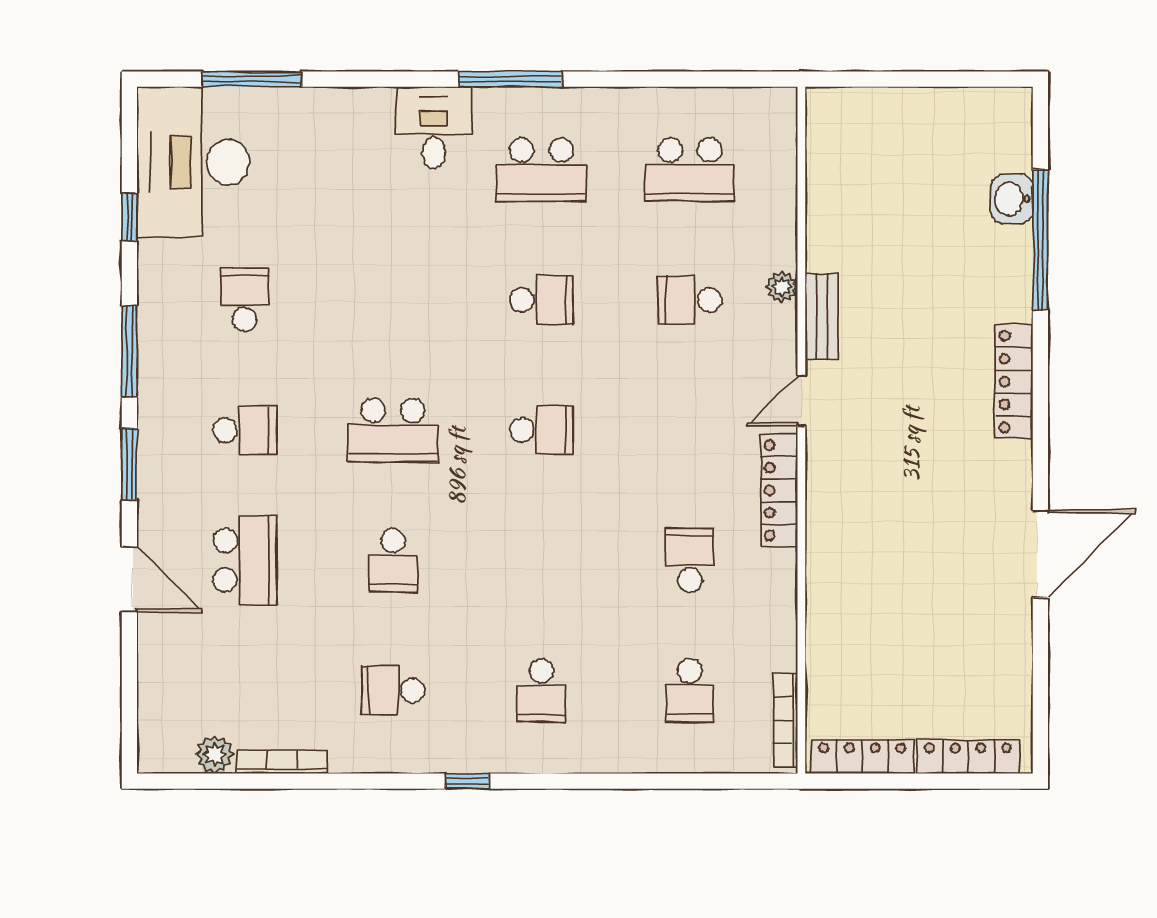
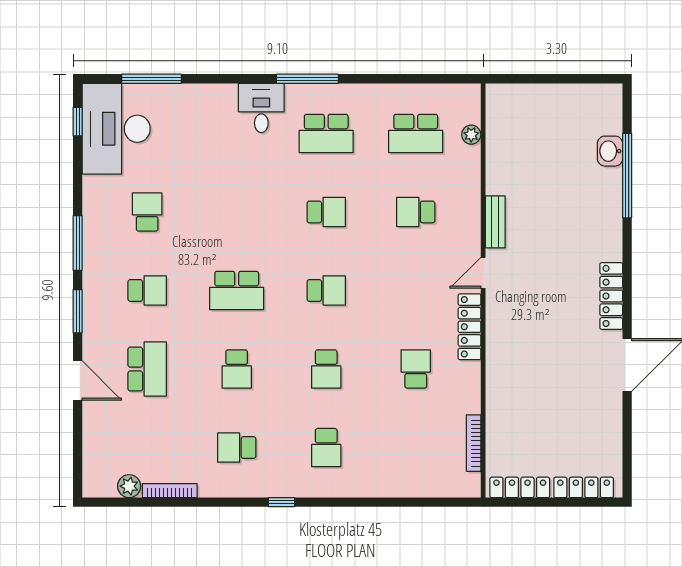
window: (129, 217) -> (78, 122), moved
plant: (782, 287) -> (471, 135), moved
locker: (1014, 382) -> (611, 296), moved
school desk: (690, 690) -> (326, 369), moved
bookcase: (786, 720) -> (474, 443), moved

